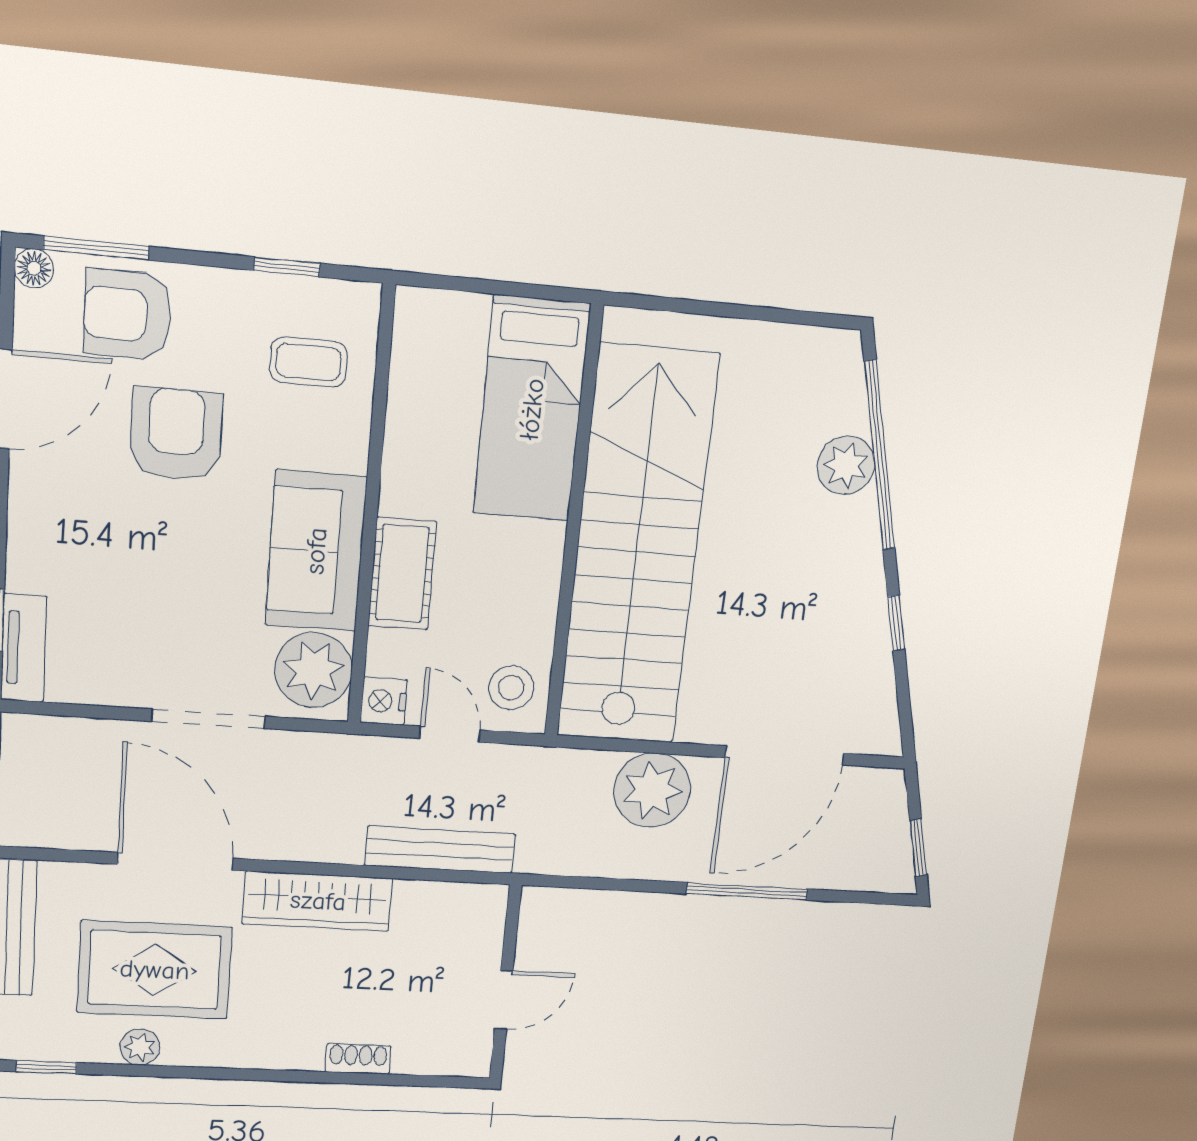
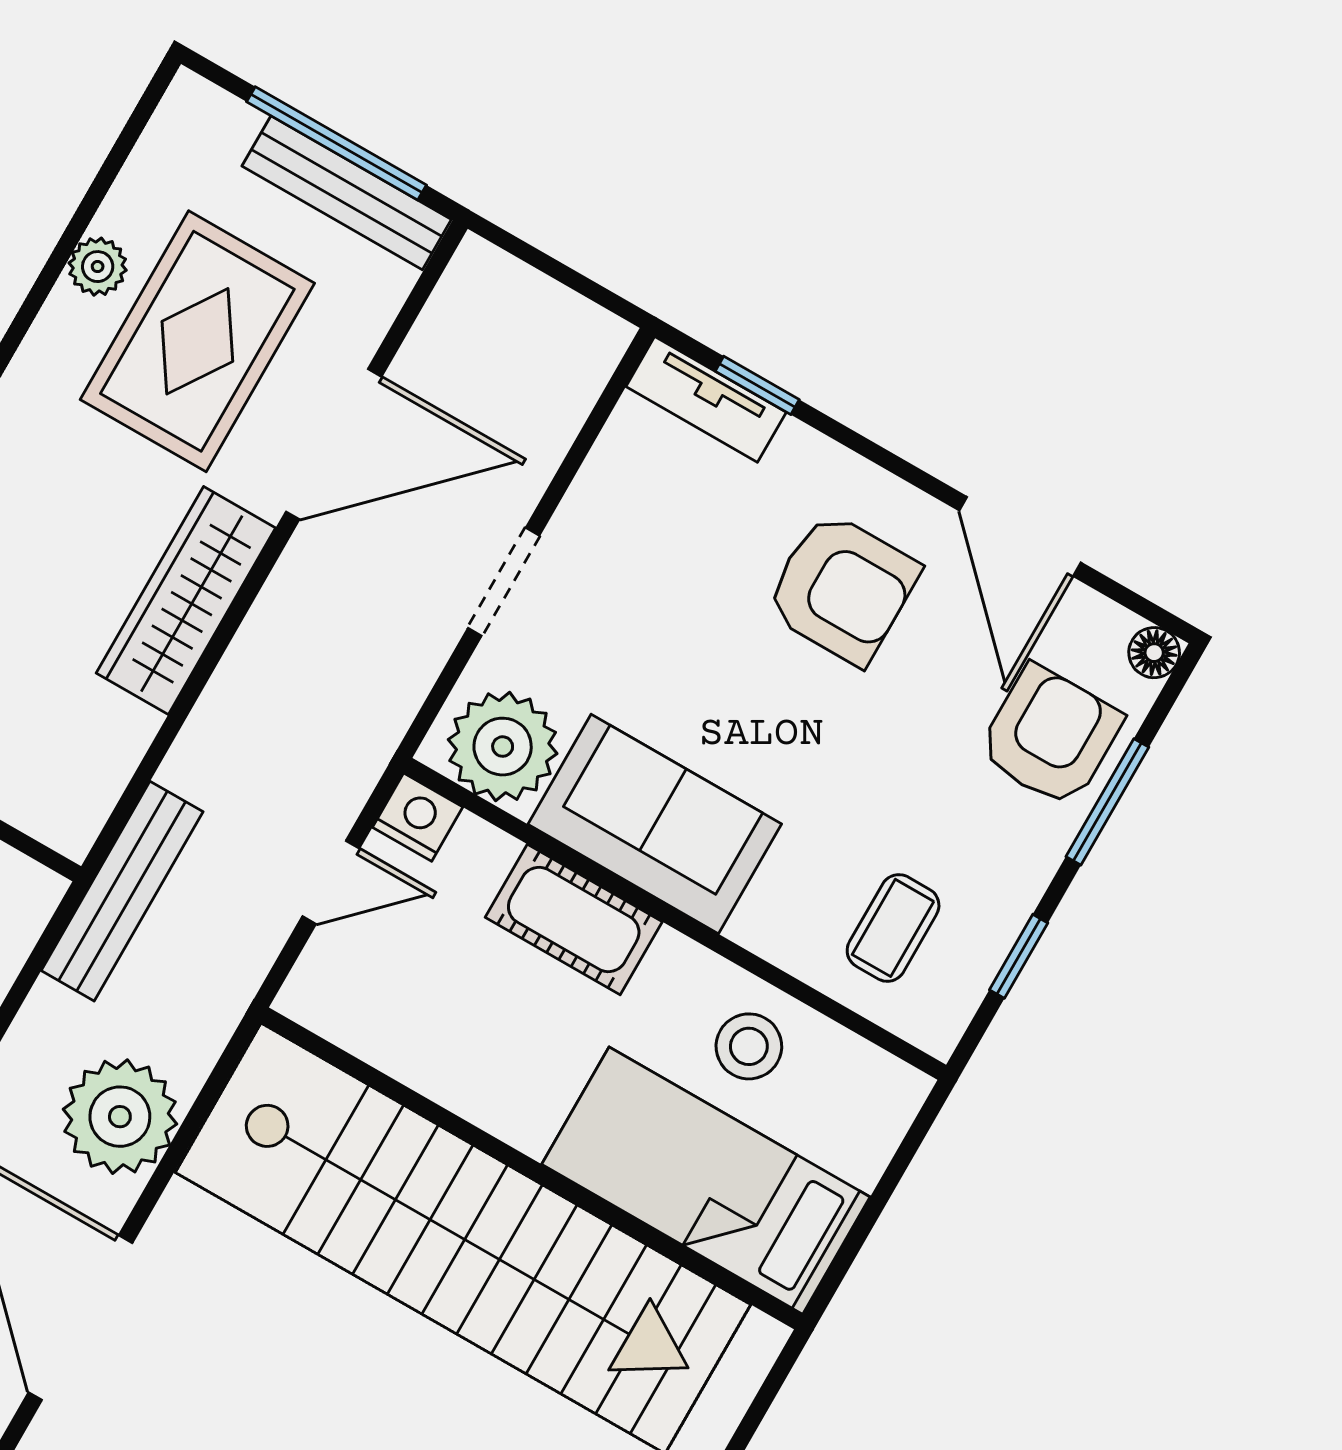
window: (96, 248) -> (1107, 802), moved
armchair: (176, 434) -> (842, 588), moved
stool: (511, 688) -> (749, 1046), moved
doorway: (208, 719) -> (504, 582), width x0.73
bench: (440, 850) -> (122, 891), moved
window: (46, 1067) -> (132, 131), removed

